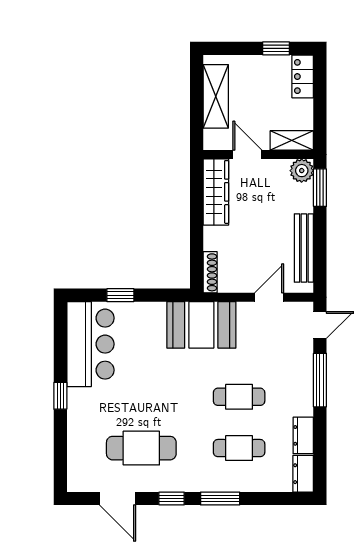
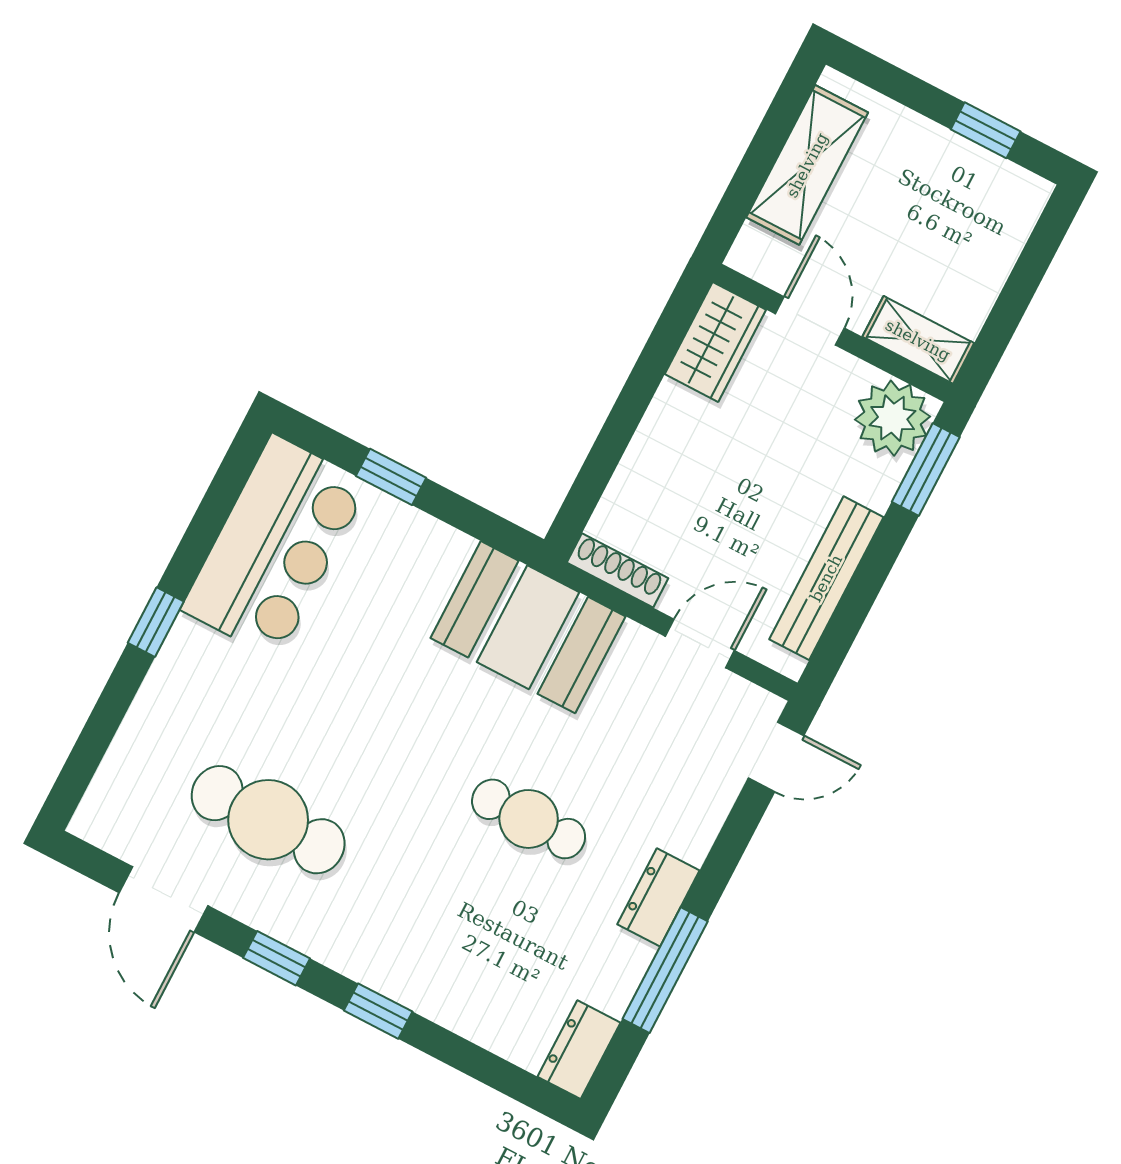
locker: (303, 77) -> (1011, 218), removed
plant: (302, 171) -> (893, 418), width x1.36, depth x1.36
wardrobe: (216, 192) -> (715, 342), width x0.67
shoe rack: (210, 272) -> (617, 570), moved, turned -90
window: (320, 380) -> (665, 970), moved
dresser: (303, 435) -> (658, 897), moved
cafe table: (239, 448) -> (473, 926), removed
window: (220, 499) -> (378, 1011), width x0.67

